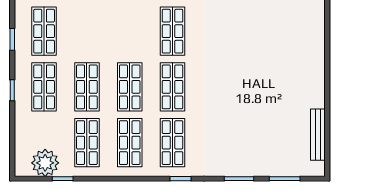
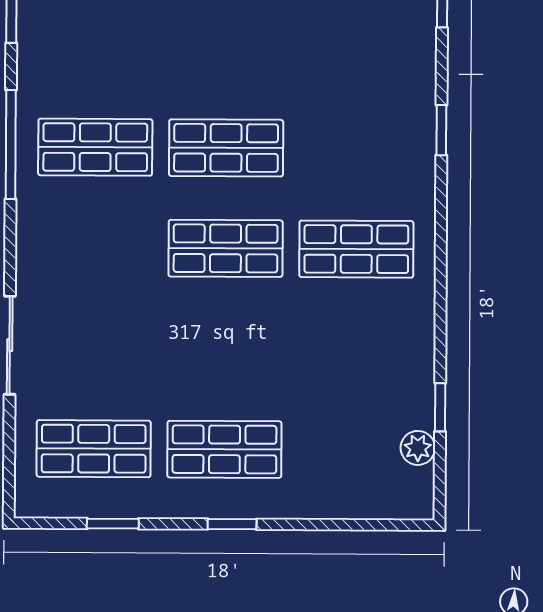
shop shelf: (87, 87) -> (225, 349), removed
shop shelf: (87, 143) -> (356, 350), removed
shop shelf: (173, 143) -> (357, 149), removed
plant: (45, 163) -> (418, 448), width x0.53, depth x0.53

